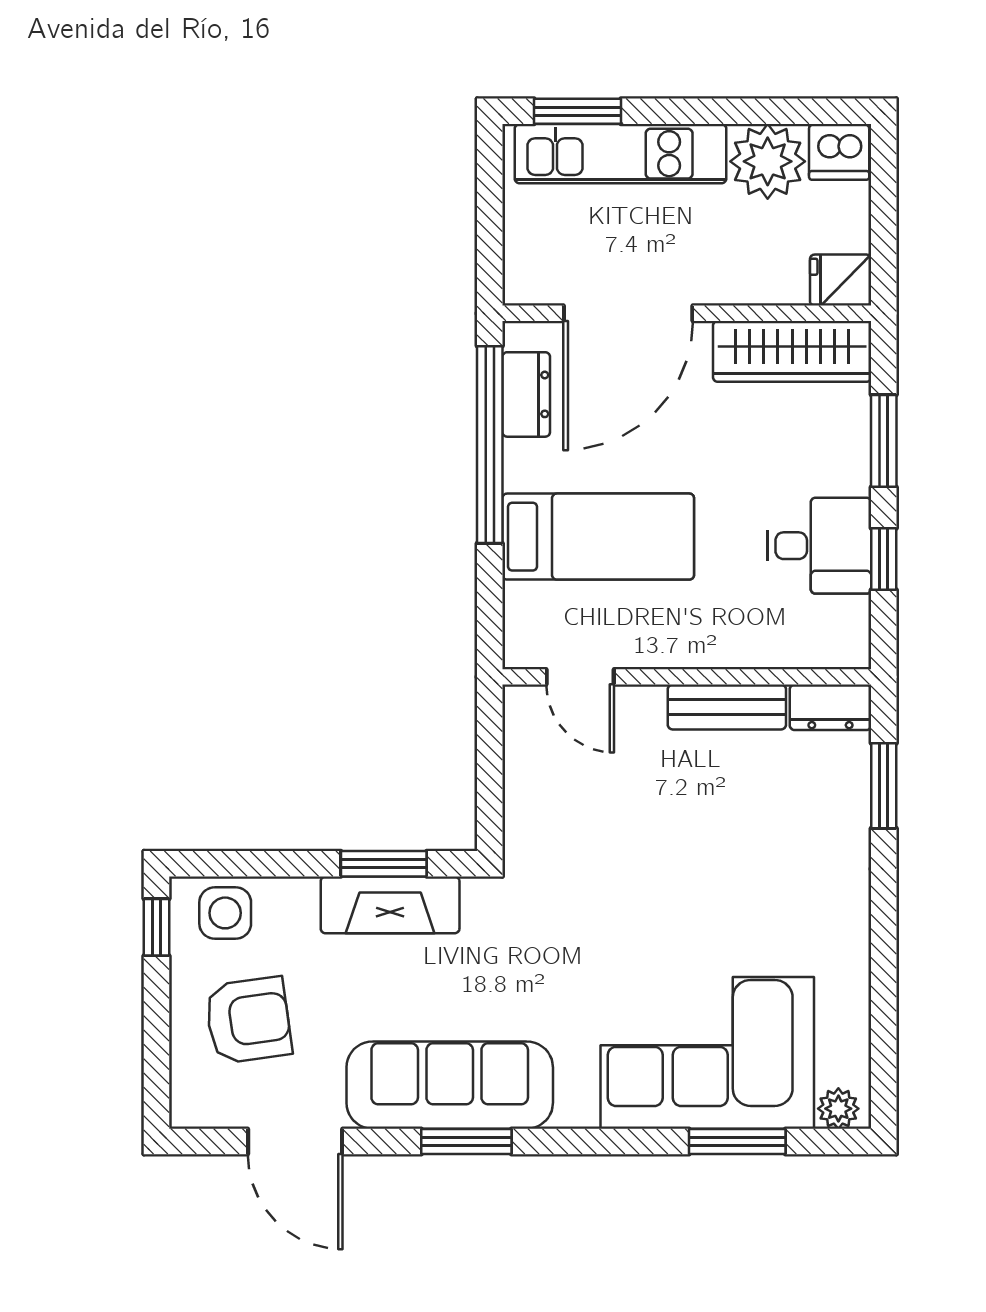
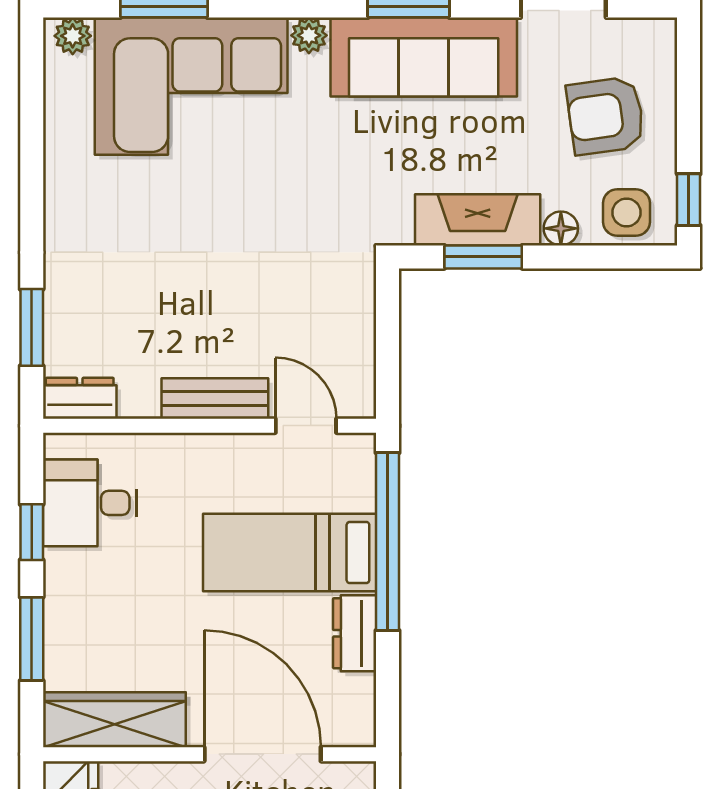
door: (628, 313) -> (263, 754), hinge flipped
dresser: (526, 394) -> (355, 633), moved
window: (490, 445) -> (387, 542), moved
desk: (819, 546) -> (90, 503), moved
bench: (727, 707) -> (215, 399), moved
floor lamp: (298, 895) -> (561, 228), added
plant: (577, 1109) -> (309, 35), added

